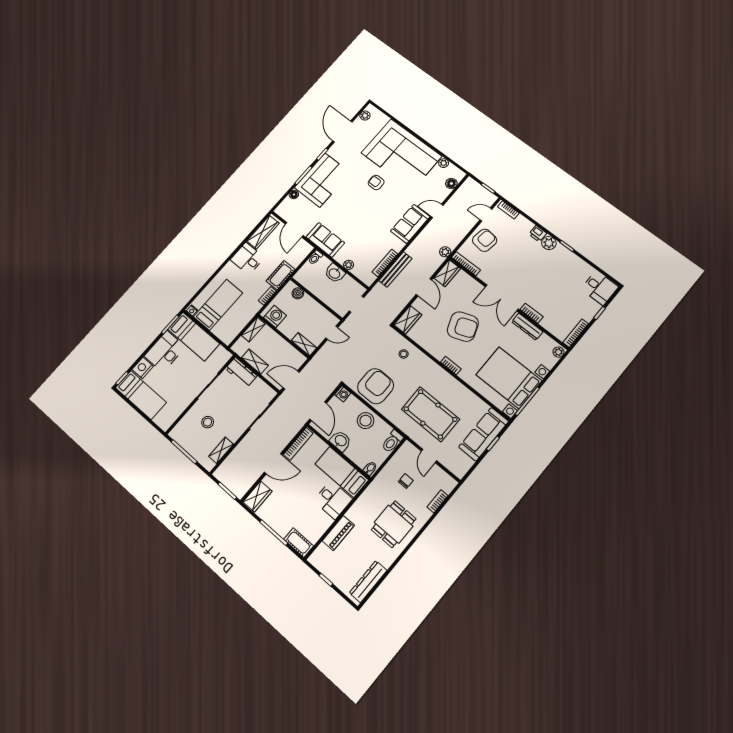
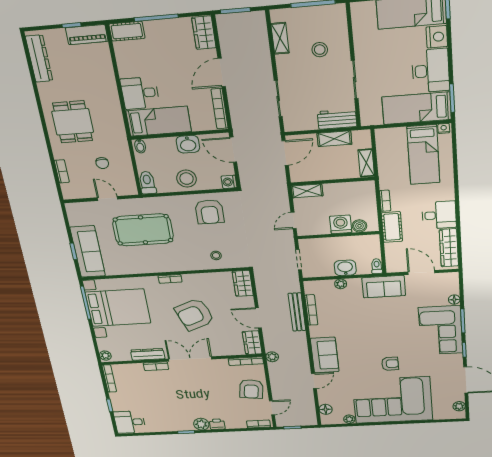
washing machine: (275, 316) -> (341, 224), moved, turned 180
armchair: (376, 386) -> (209, 212), width x0.73, depth x0.73
piano: (338, 533) -> (87, 35), moved, turned -90

